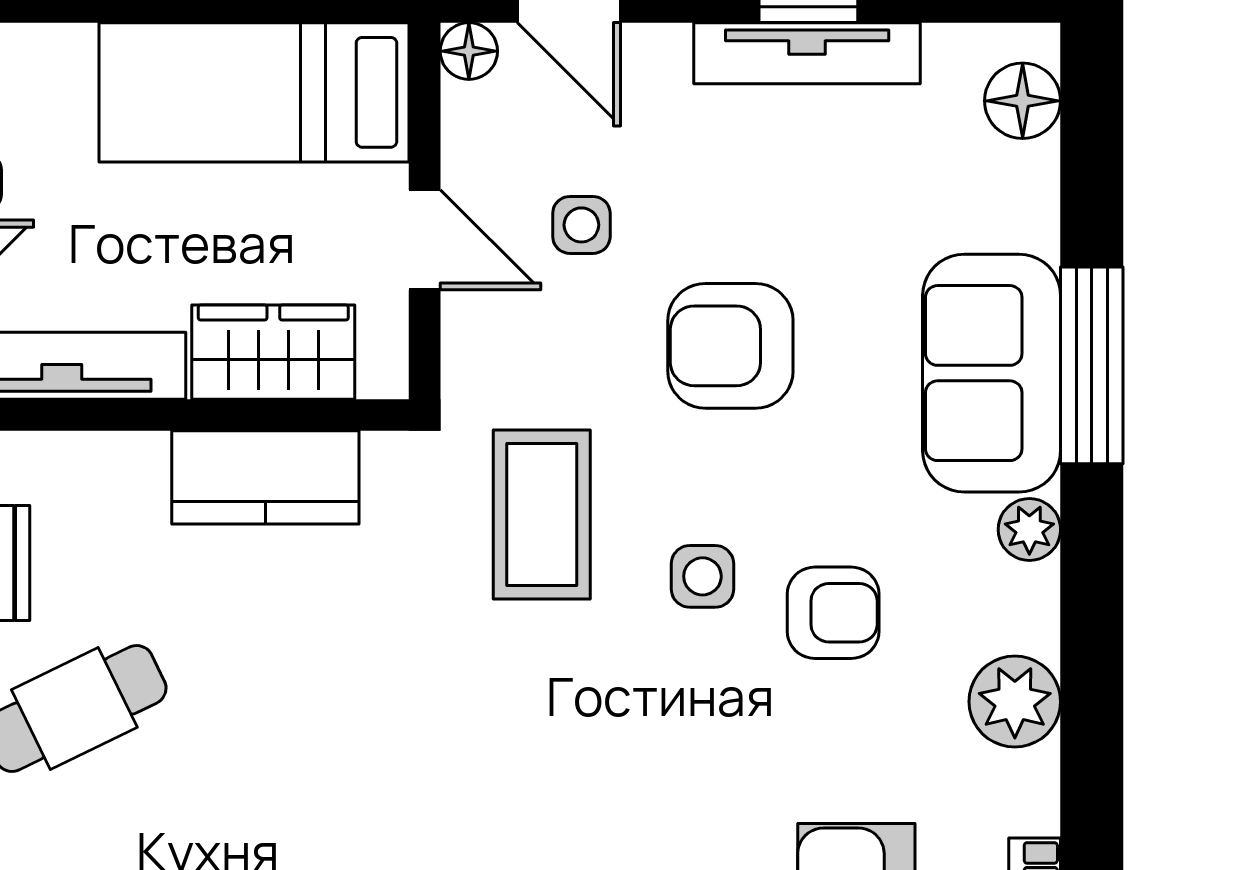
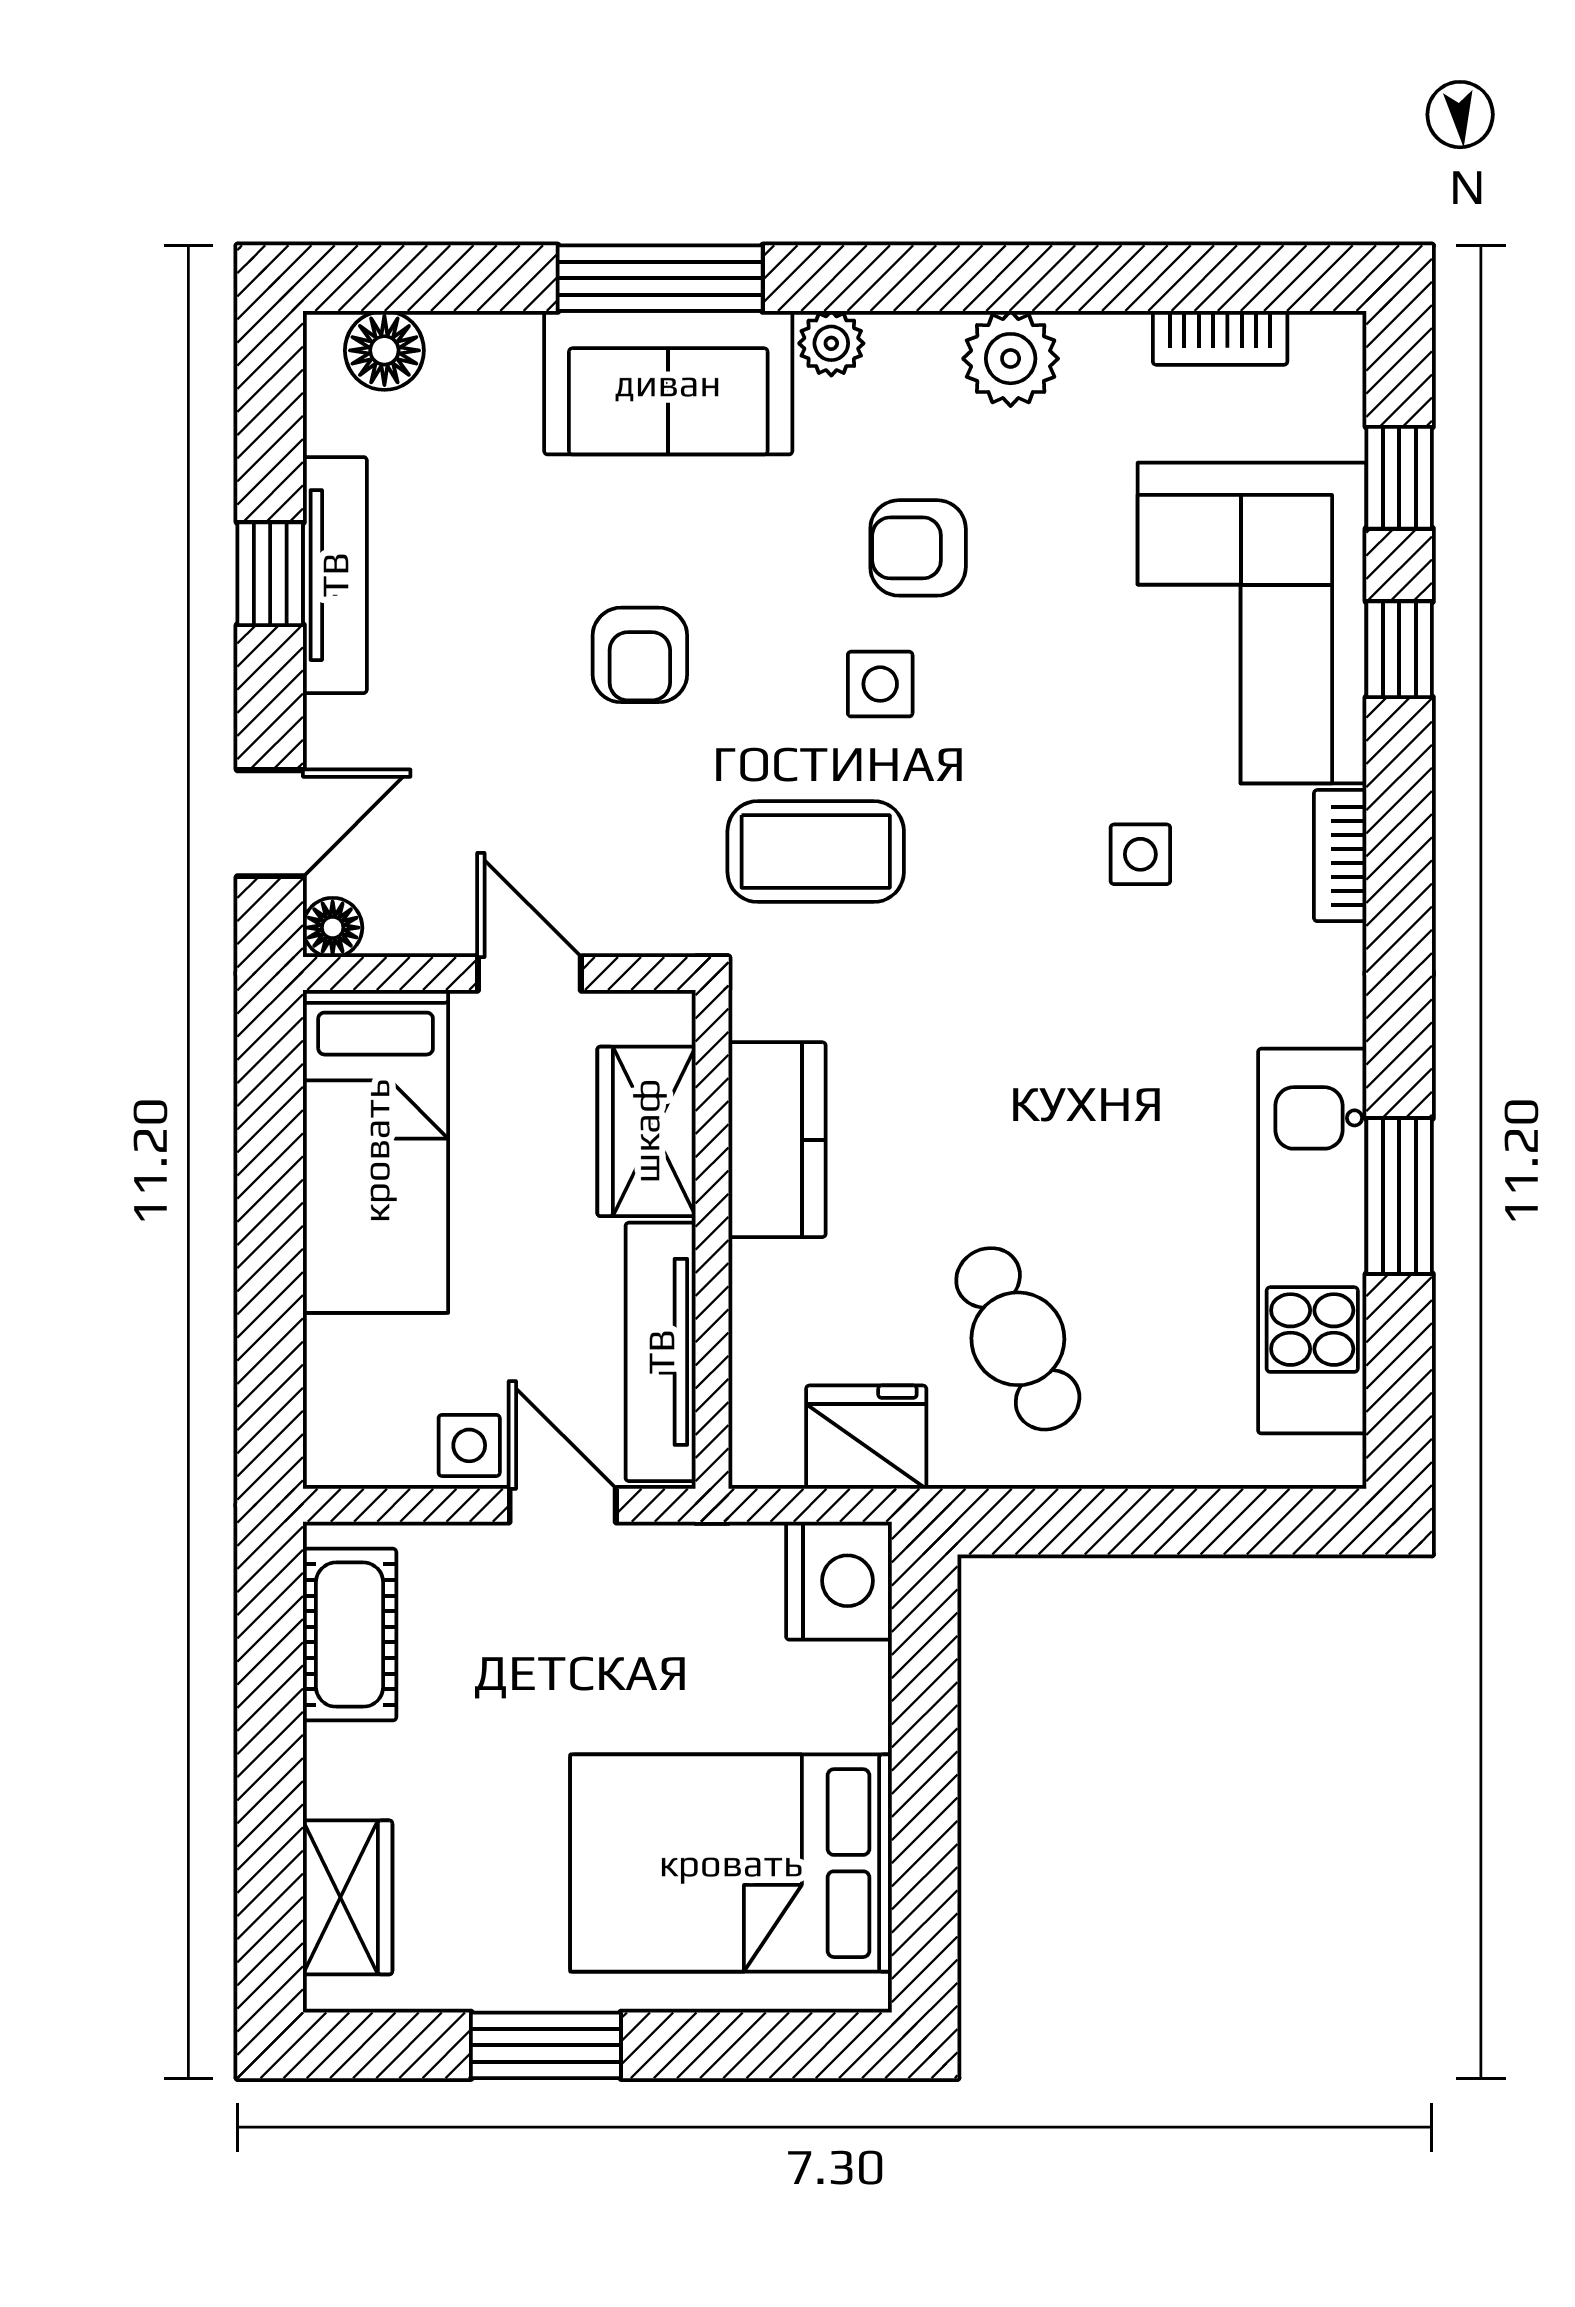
side table: (581, 225) -> (1140, 854), moved
door: (425, 240) -> (529, 974), hinge flipped
armchair: (730, 346) -> (640, 655), width x0.72, depth x0.72
armchair: (833, 613) -> (918, 548), turned -90

